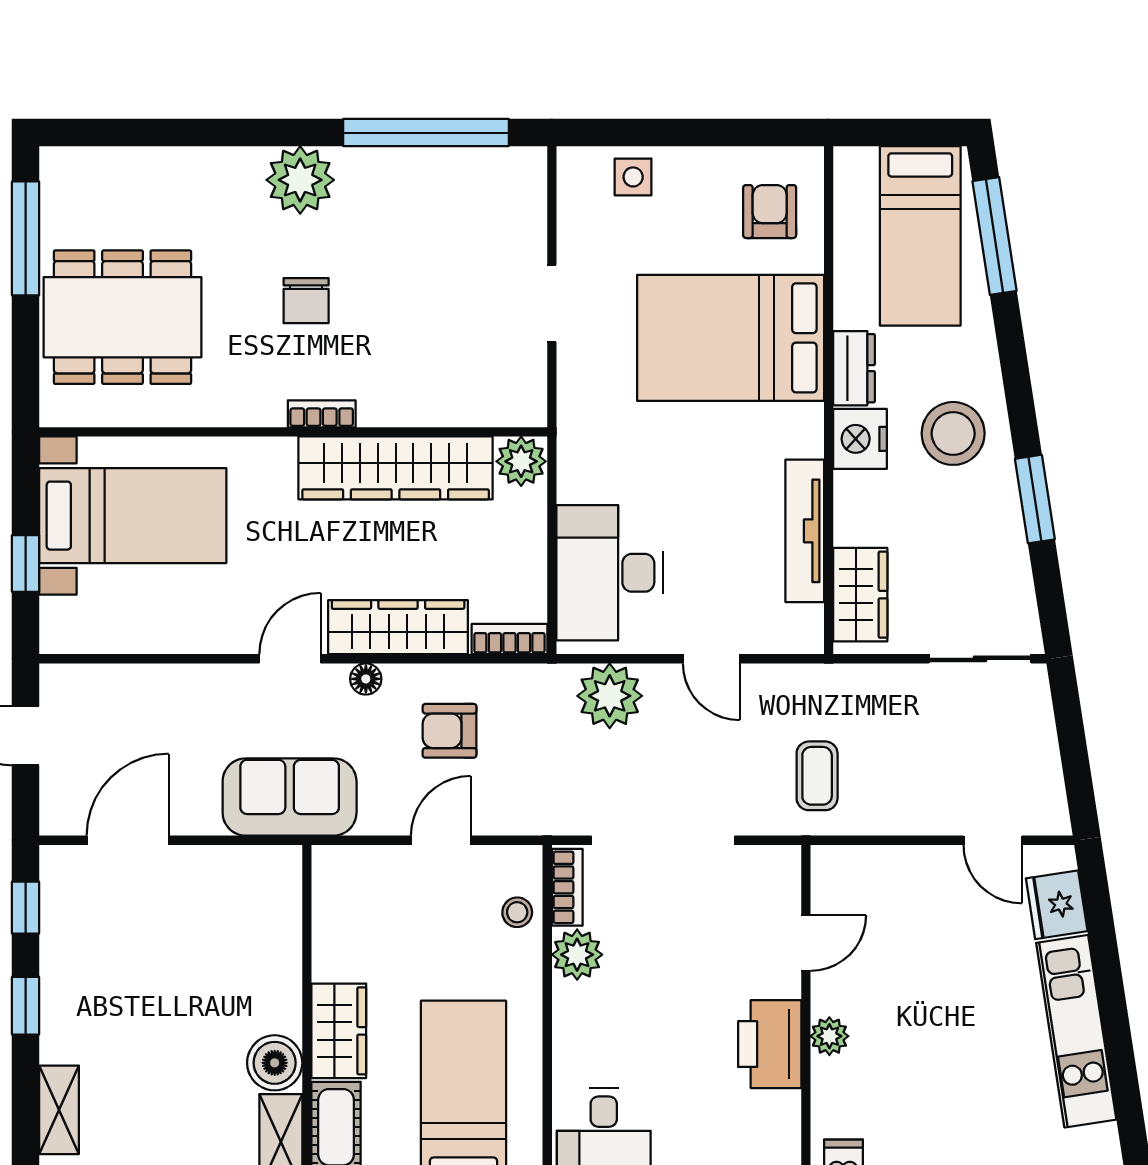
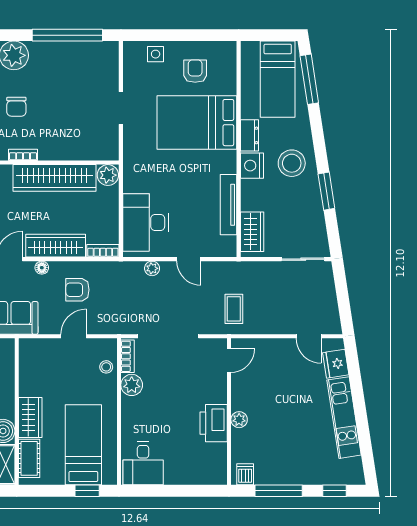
armchair: (770, 212) -> (195, 71), moved
plant: (610, 696) -> (152, 268), width x0.53, depth x0.53
door: (806, 943) -> (229, 360), moved

